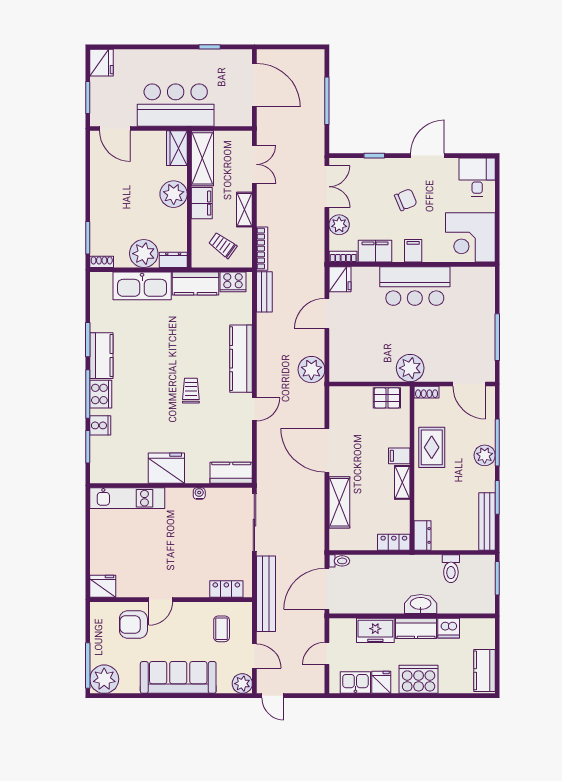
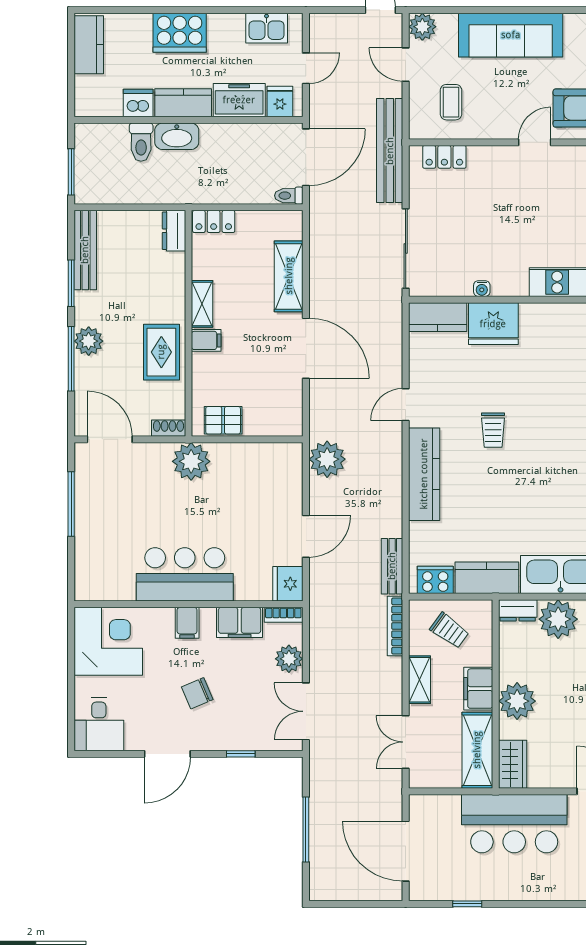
fridge: (166, 468) -> (493, 324), moved
toilet: (451, 569) -> (141, 142), moved, turned 180
fridge: (381, 682) -> (280, 102), moved, turned 180

